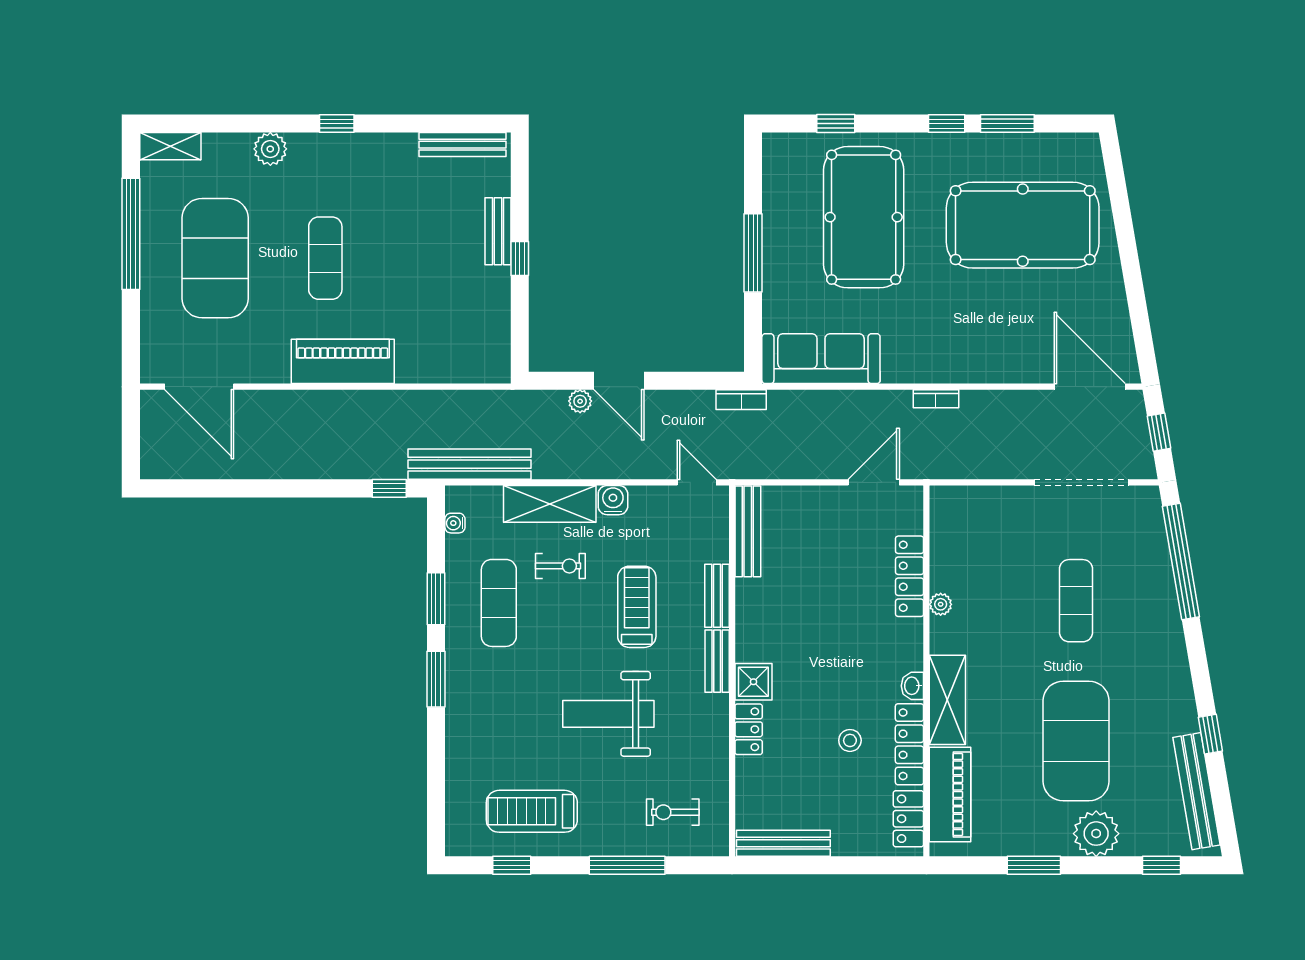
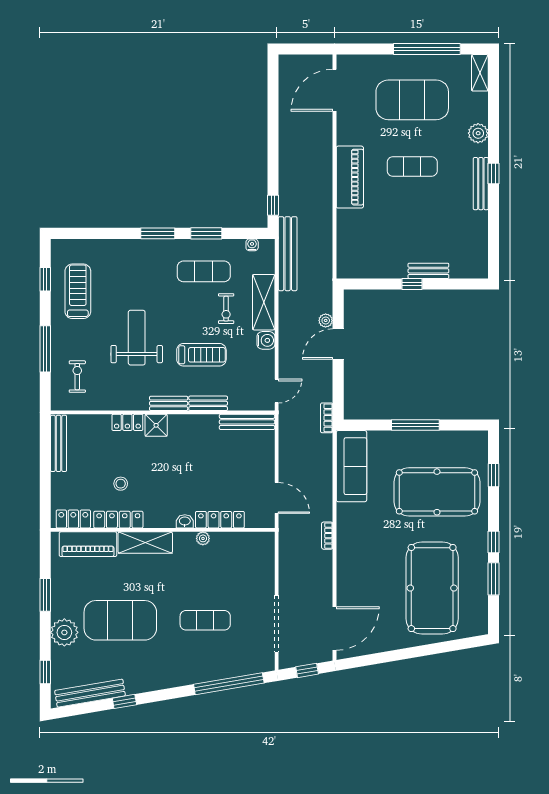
bench: (463, 145) -> (481, 184), moved
washbasin: (912, 686) -> (185, 521), moved

